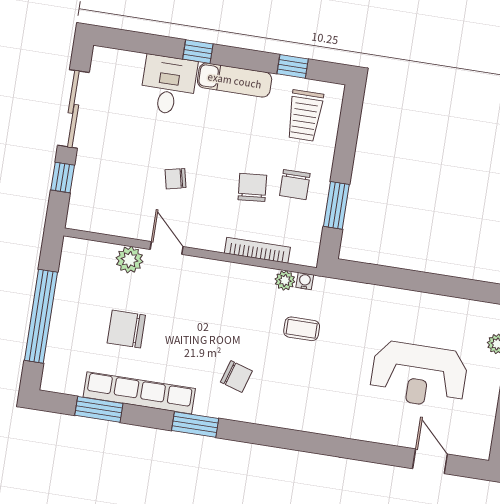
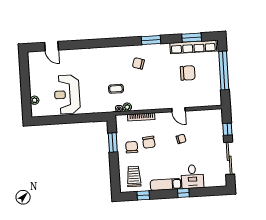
plant: (130, 260) -> (193, 102), removed
reception desk: (419, 375) -> (67, 94), moved, turned -90
row of seats: (139, 393) -> (193, 47), moved

